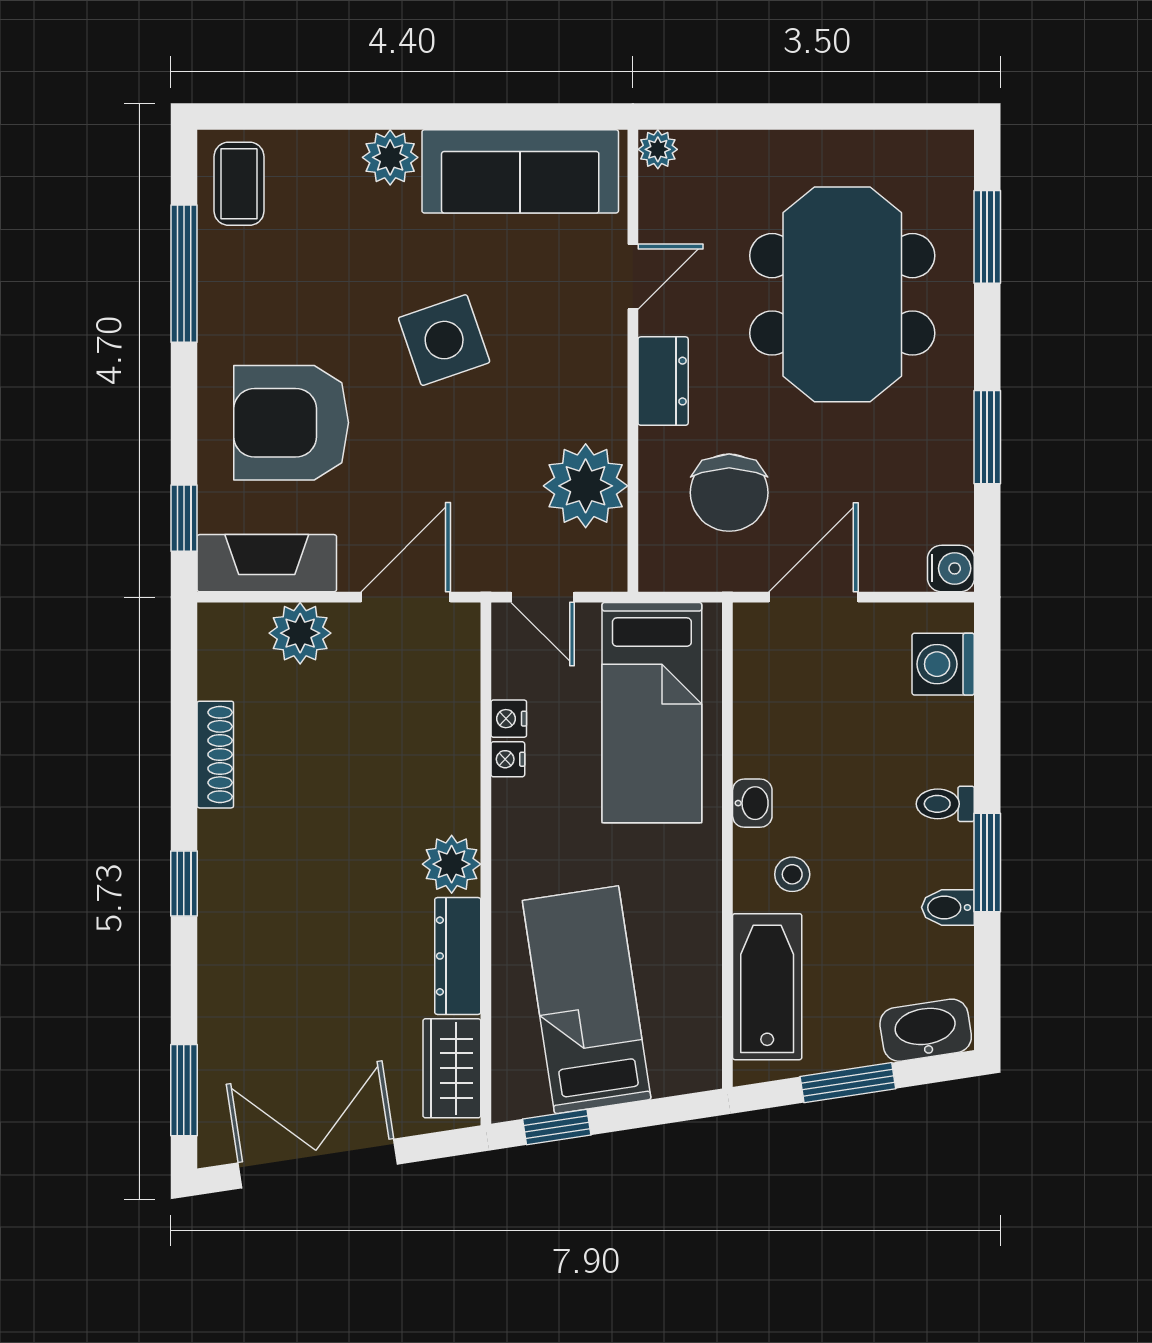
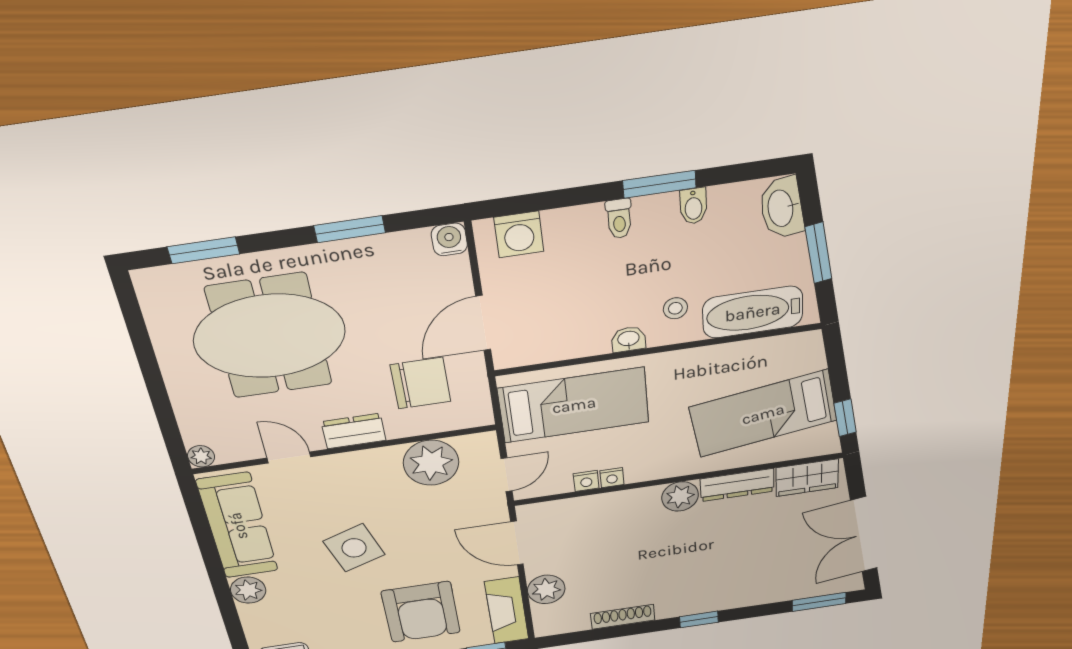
door: (814, 597) -> (483, 323), hinge flipped

